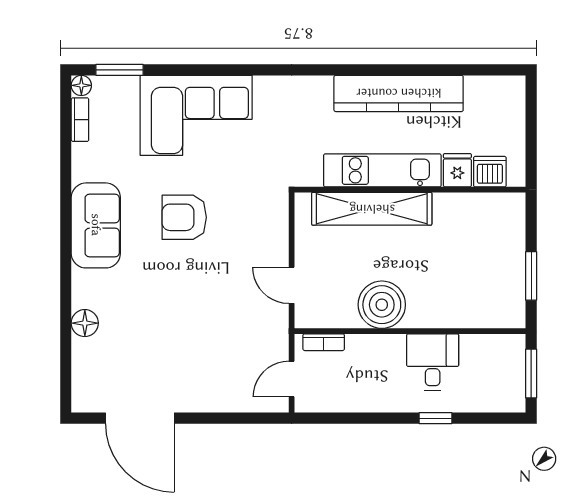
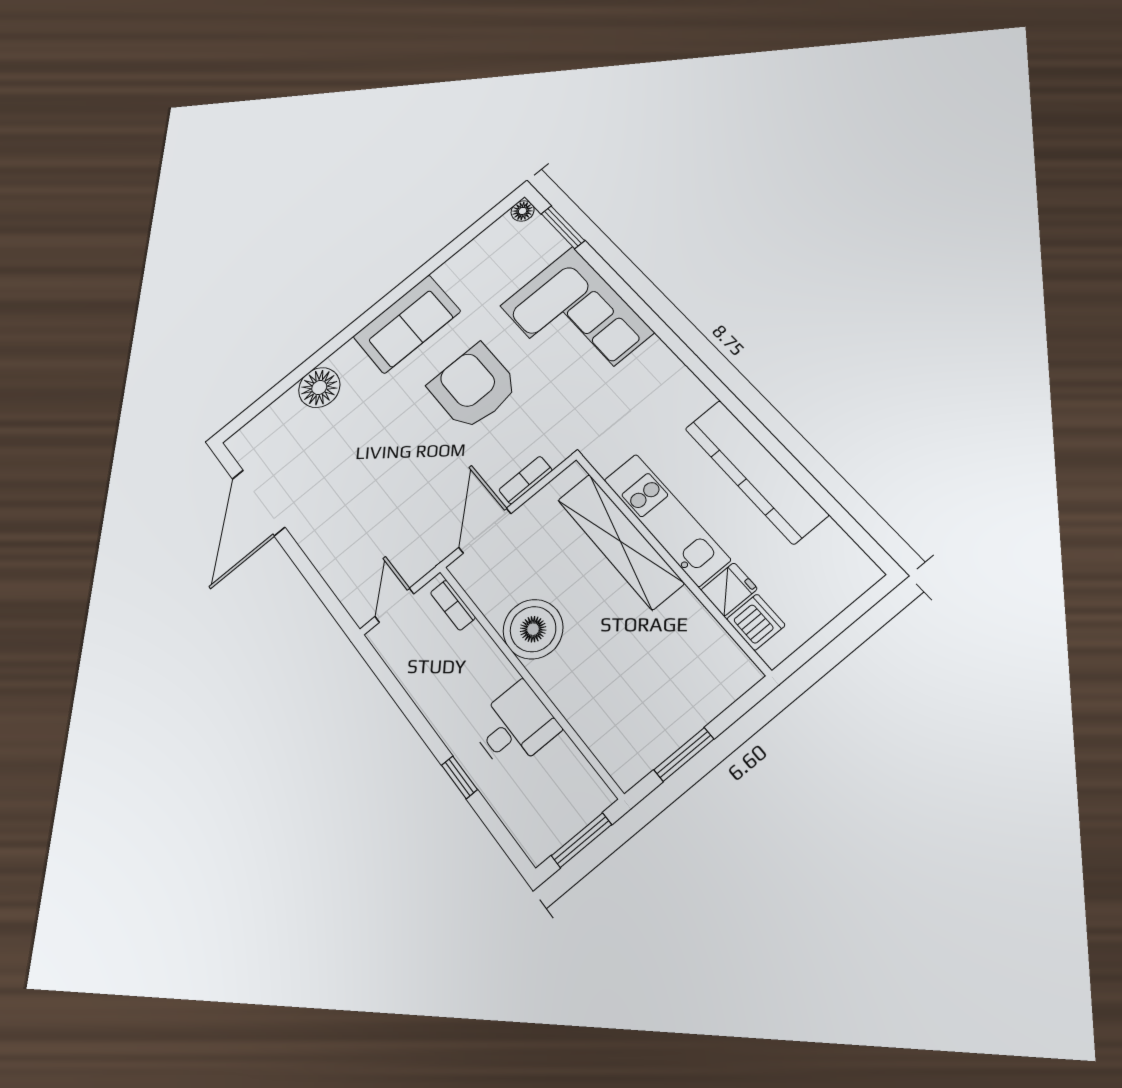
bookcase: (80, 120) -> (526, 480), moved, turned 180
armchair: (184, 217) -> (473, 387), width x1.36, depth x1.36
door: (292, 285) -> (485, 531), width x1.37
floor lamp: (85, 323) -> (319, 388), width x1.38, depth x1.38
door: (292, 379) -> (394, 605), hinge flipped

